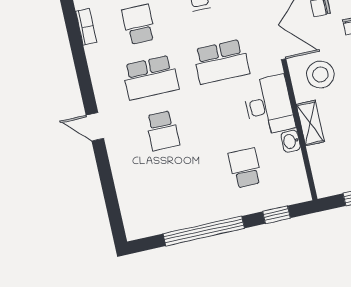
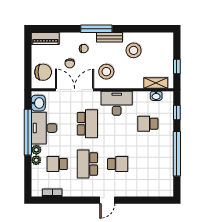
school desk: (151, 77) -> (87, 164), turned 180
shelving: (310, 123) -> (156, 83), moved
washbasin: (291, 141) -> (156, 96), moved

